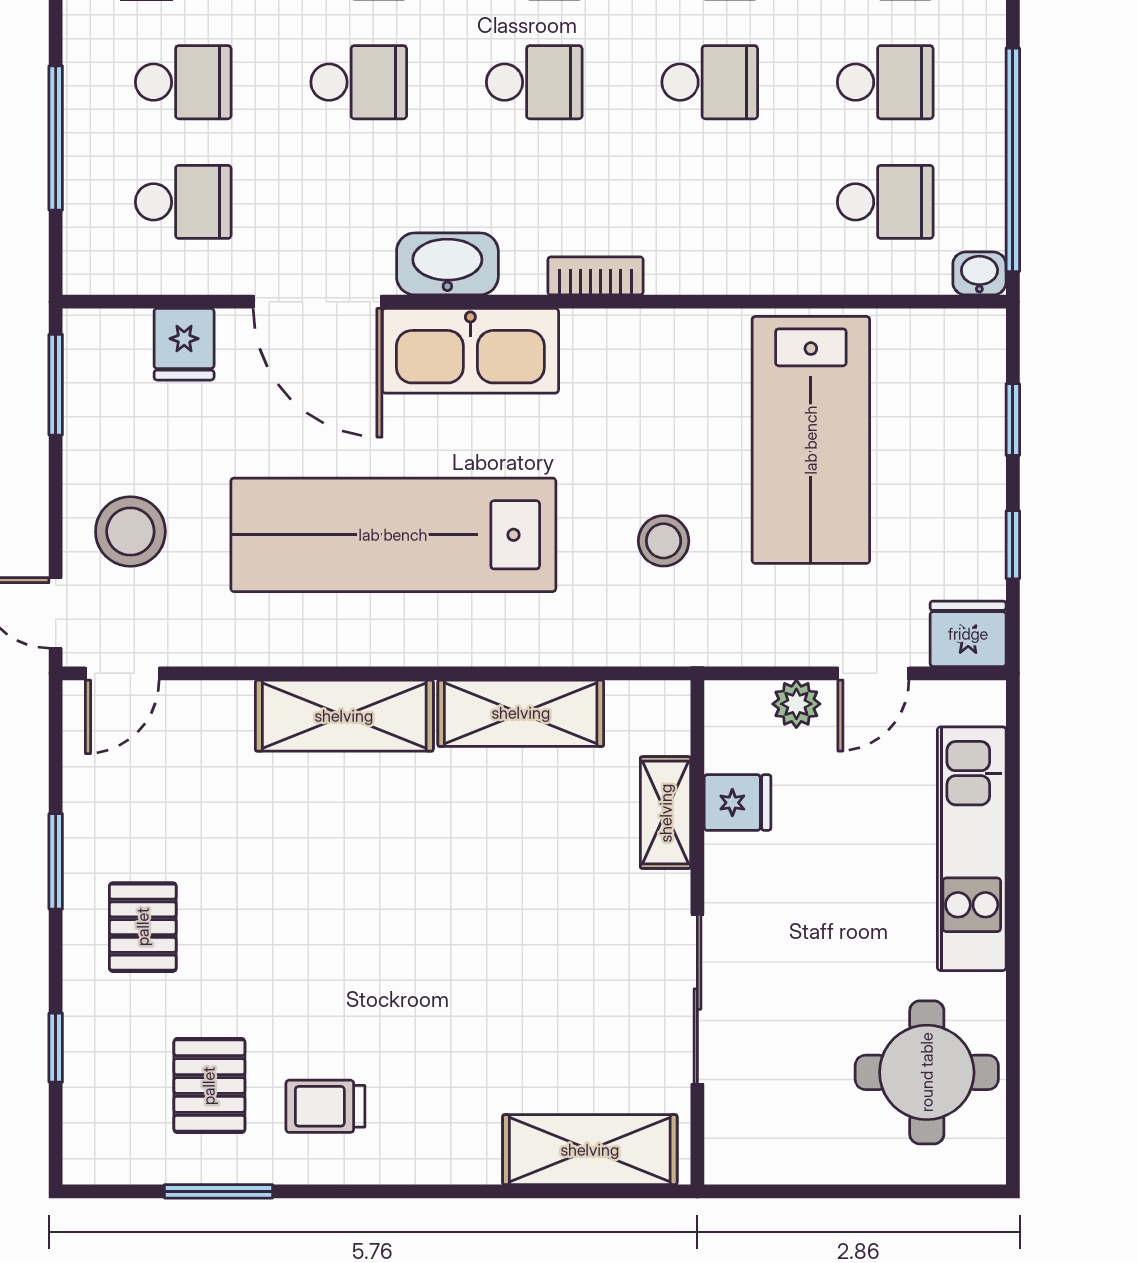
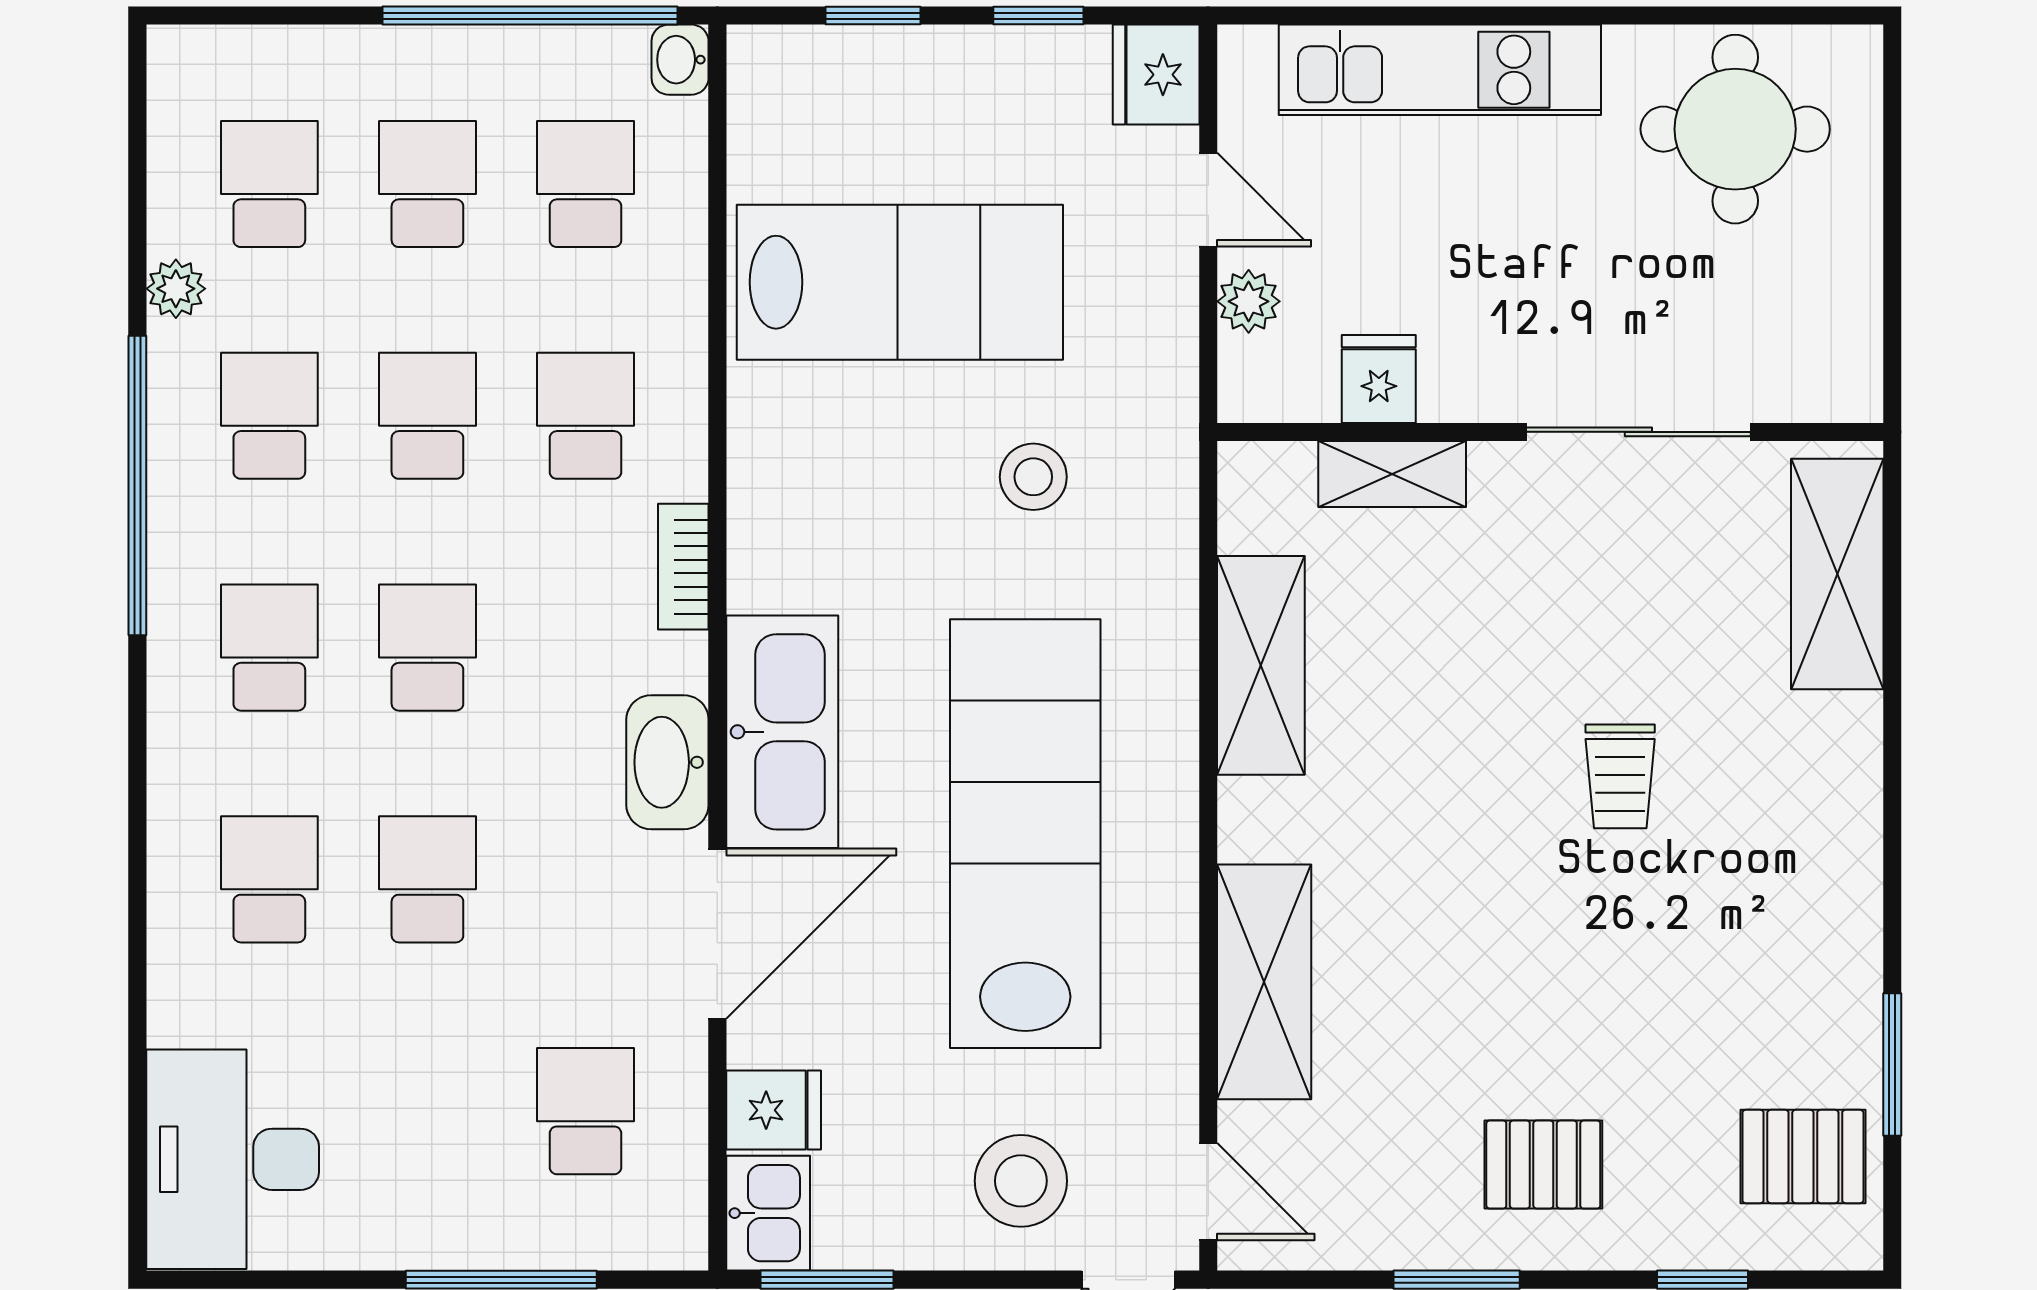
school desk: (183, 82) -> (586, 416), moved
kitchen sink: (106, 340) -> (768, 1213), added
lab bench: (393, 535) -> (1025, 834), turned 180
shelving: (344, 716) -> (1264, 982), moved
pallet: (209, 1086) -> (1803, 1157), moved
trolley: (325, 1106) -> (1620, 776), moved

